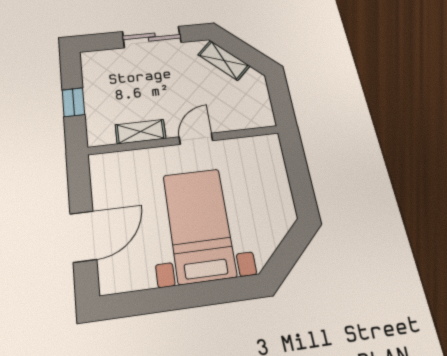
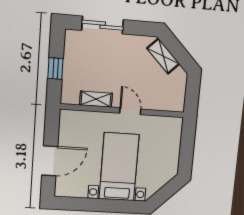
sliding door: (152, 37) -> (103, 25), moved
door: (196, 139) -> (130, 111), hinge flipped

